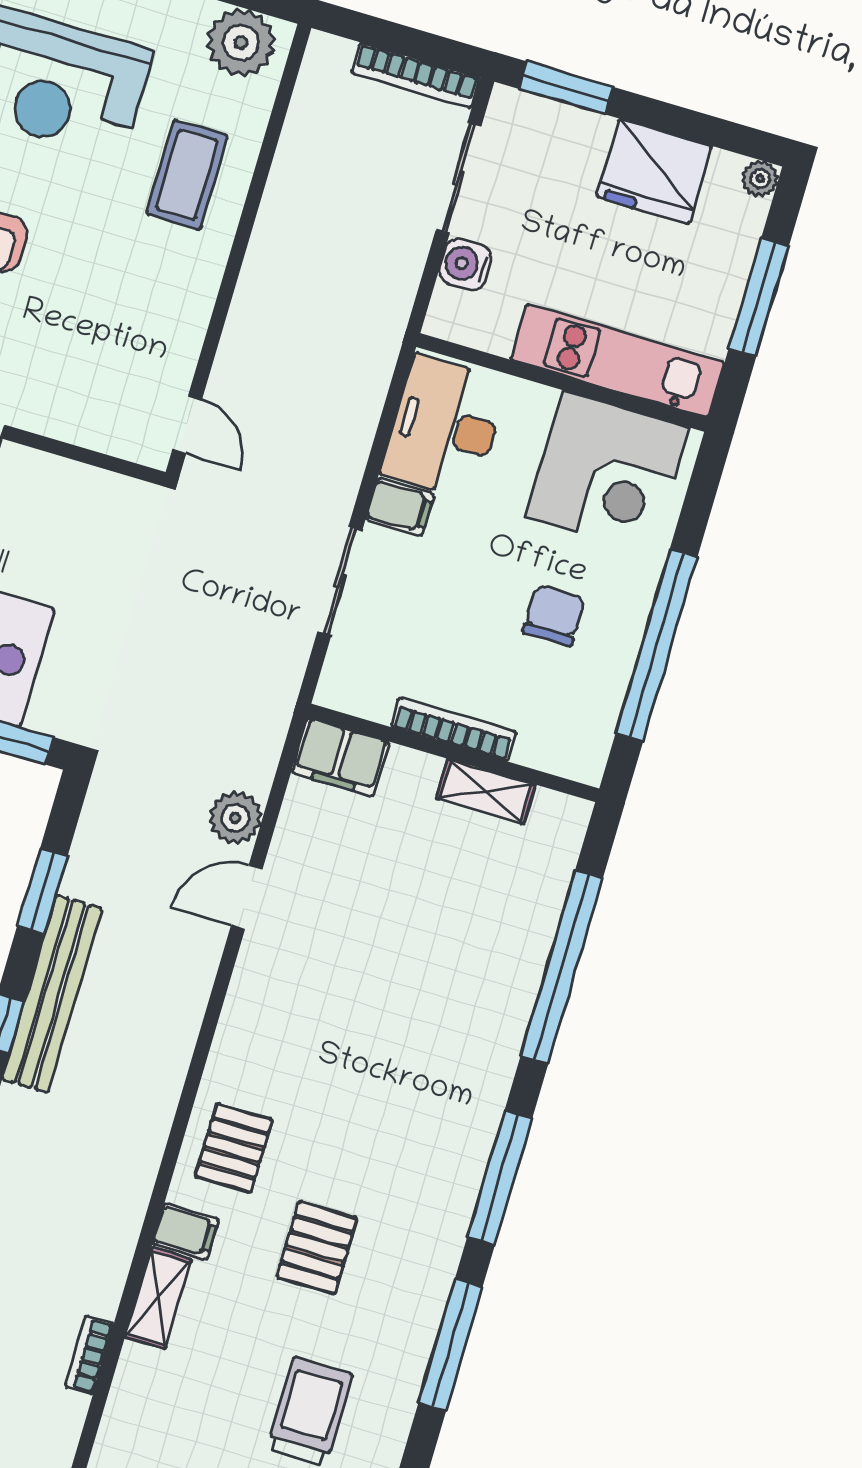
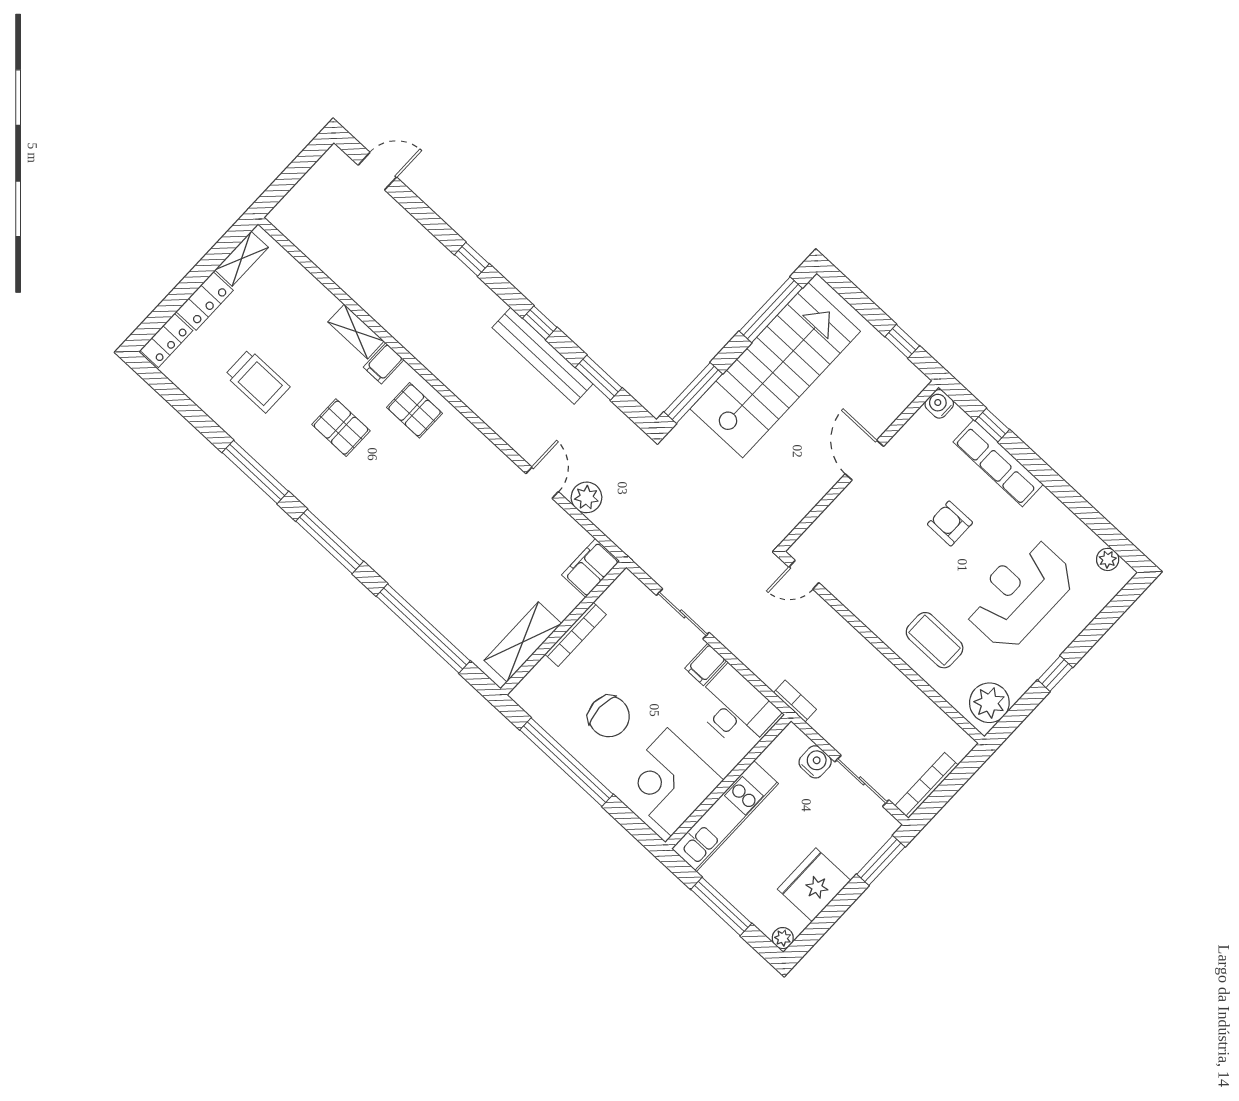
chair: (554, 615) -> (609, 716), width x1.37, depth x1.37
shelving: (486, 791) -> (523, 642), width x1.50, depth x1.33
bookcase: (89, 1355) -> (795, 701), moved

